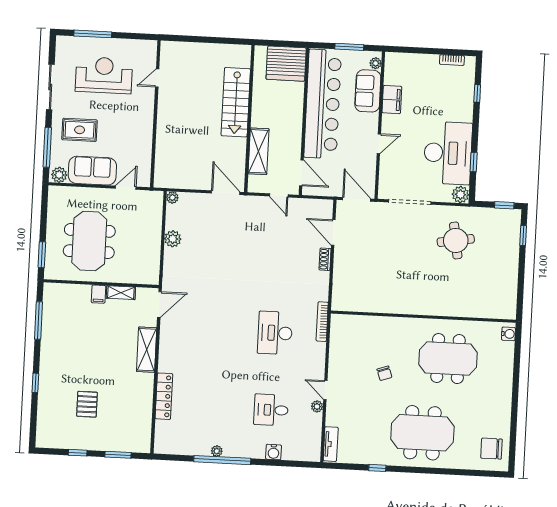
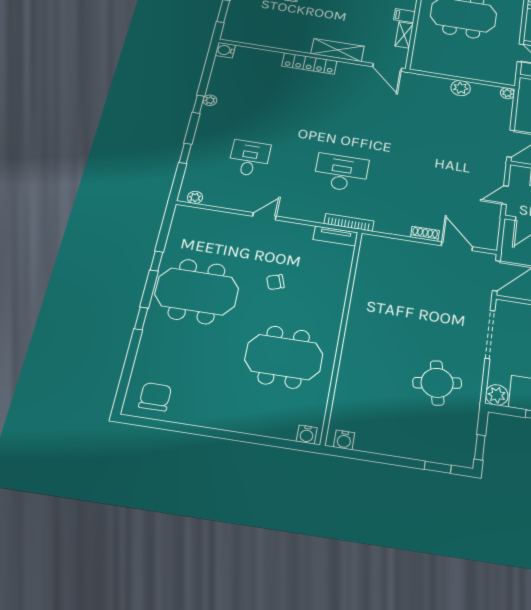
door: (333, 233) -> (457, 246), hinge flipped
water cooler: (510, 306) -> (344, 440), added
meeting table: (448, 359) -> (284, 357), turned 90
locker: (164, 396) -> (309, 63), moved
plant: (317, 406) -> (195, 197), moved
meeting table: (422, 433) -> (197, 291), moved, turned 90
tv unit: (331, 444) -> (335, 236), moved
water cooler: (274, 452) -> (225, 50), moved
window: (222, 460) -> (198, 104), width x0.32
window: (273, 463) -> (185, 153), added
window: (429, 471) -> (141, 318), added

